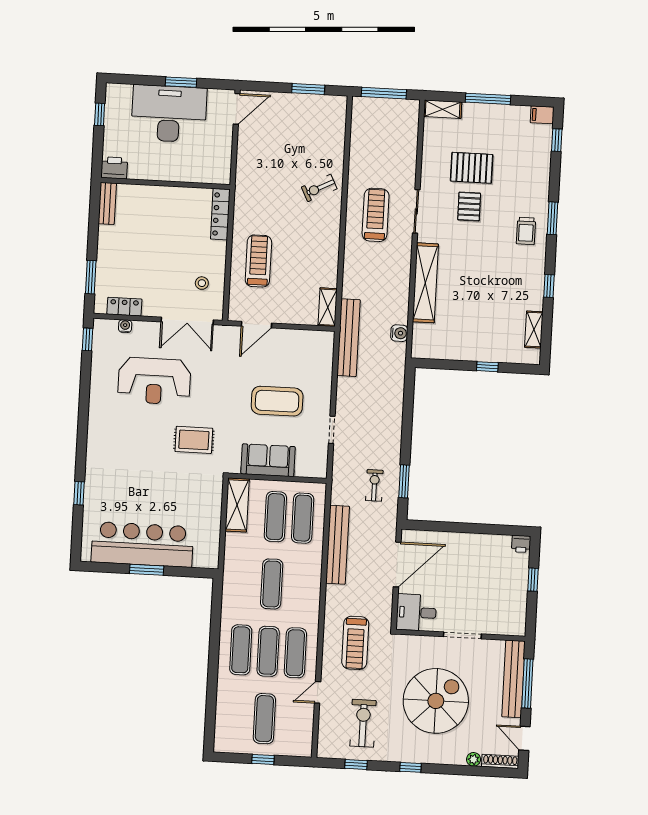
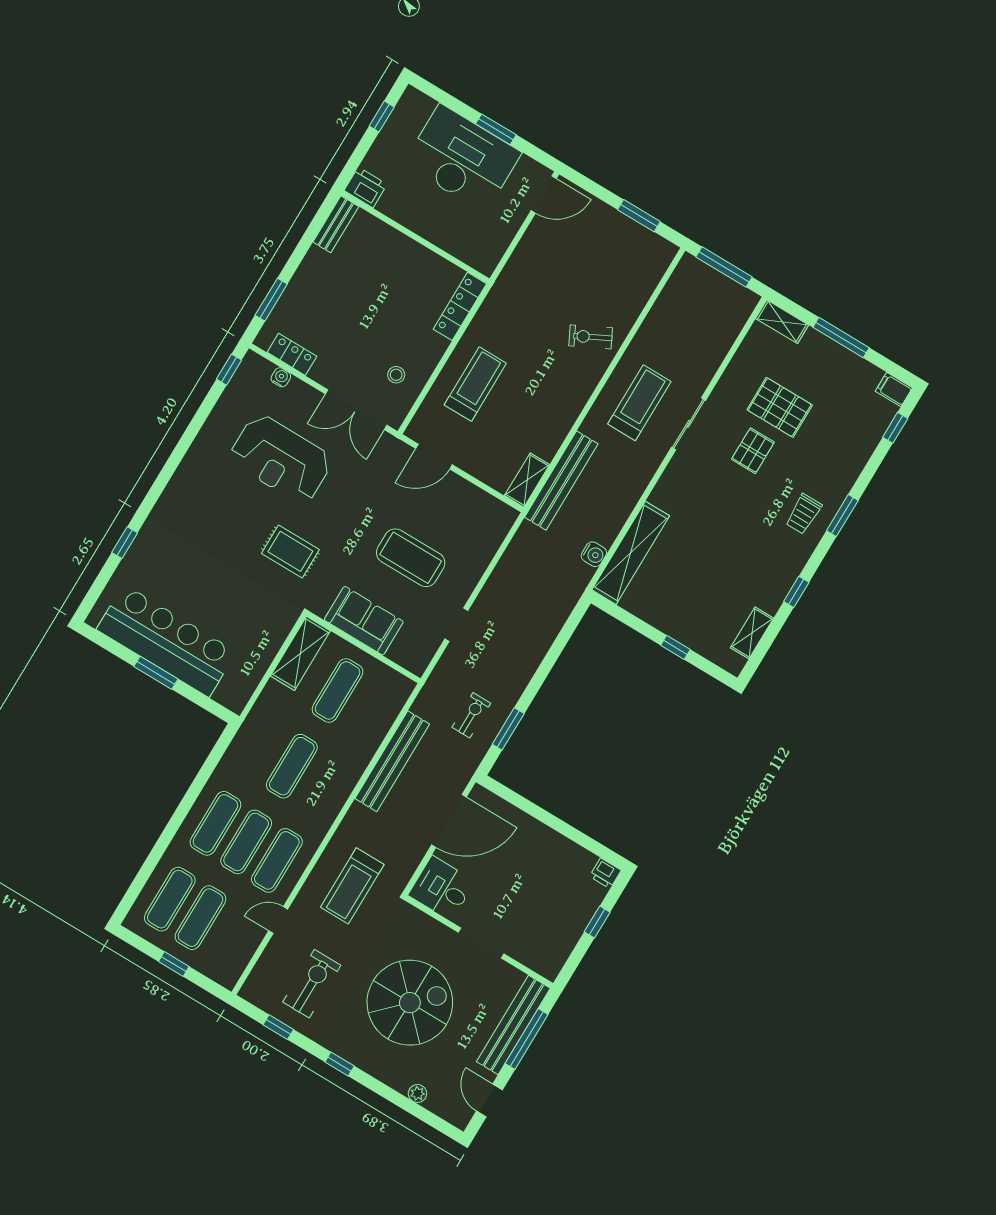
shelving: (425, 283) -> (631, 553), moved
bench: (349, 338) -> (561, 481), moved
exercise mat: (303, 518) -> (170, 899), moved
shoe rack: (500, 761) -> (447, 1112), removed

